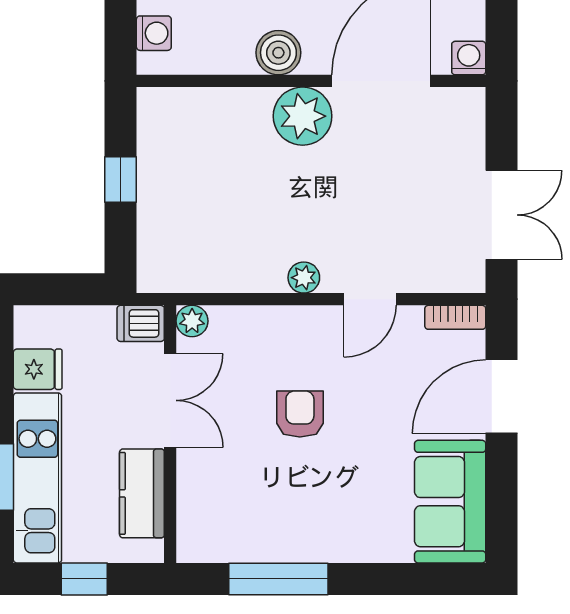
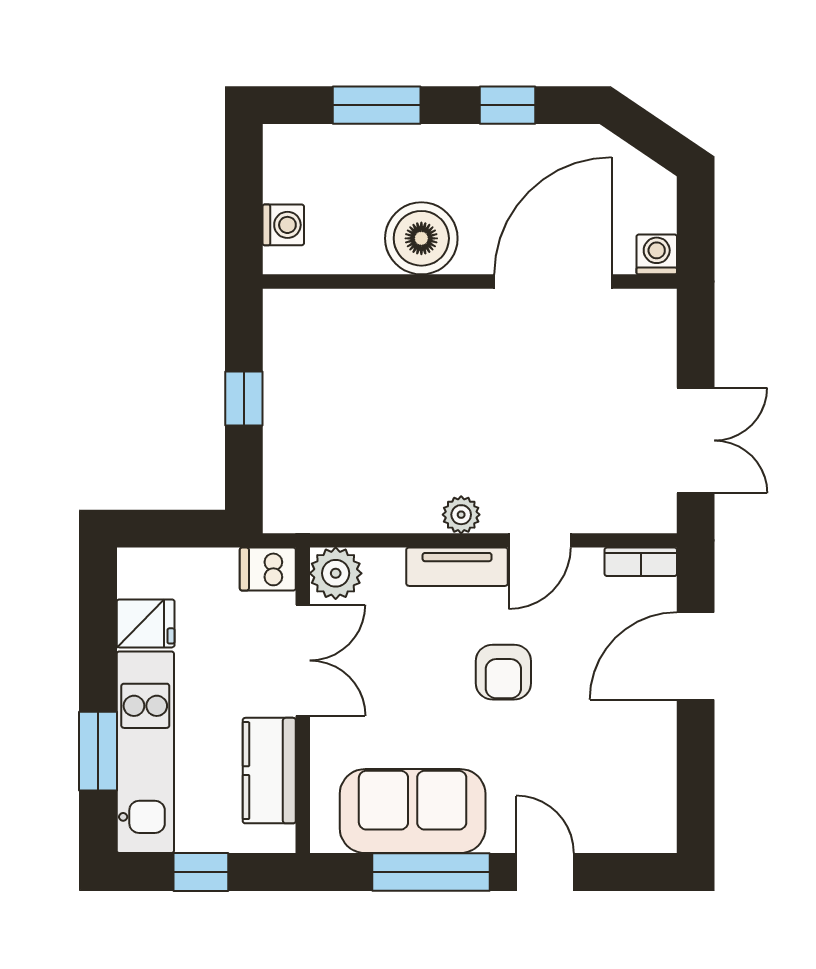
boiler: (278, 53) -> (421, 238), width x1.37, depth x1.37
plant: (303, 116) -> (460, 323), removed
plant: (192, 321) -> (336, 573), width x1.38, depth x1.38
tv unit: (300, 321) -> (457, 567), added
armchair: (300, 414) -> (503, 672), moved, turned 180
sofa: (450, 502) -> (413, 811), moved, turned 90
door: (375, 579) -> (545, 872), added

